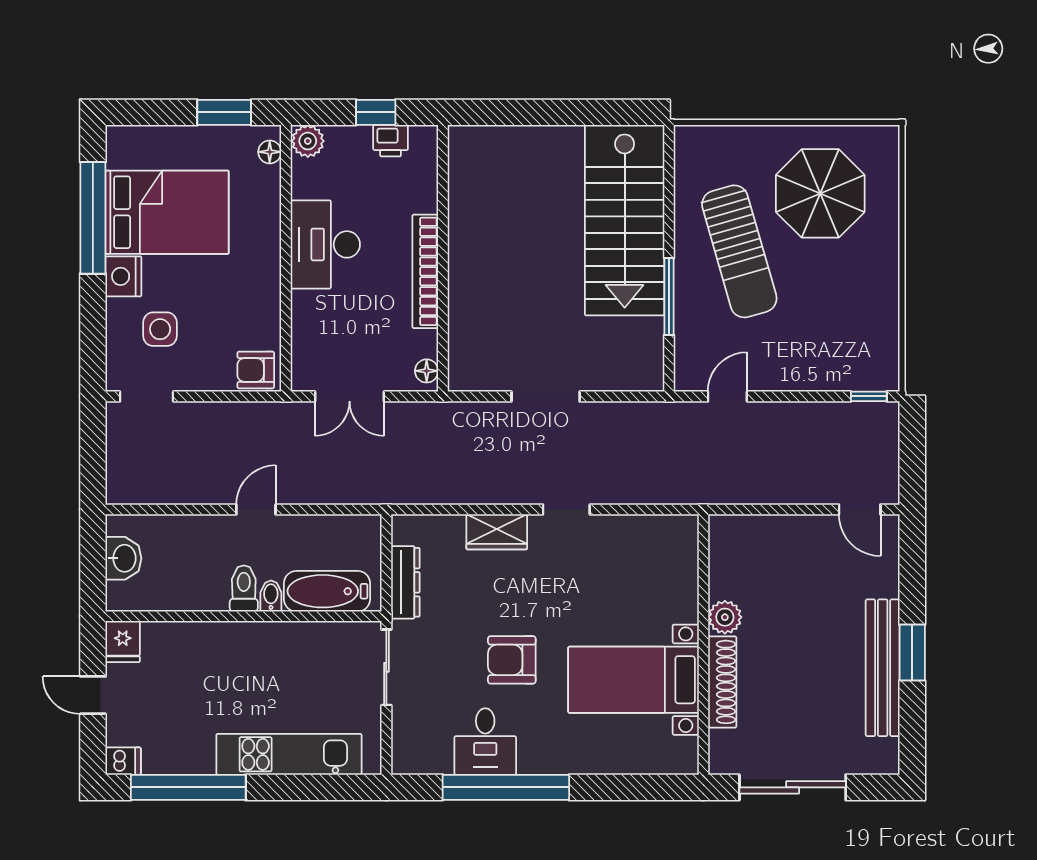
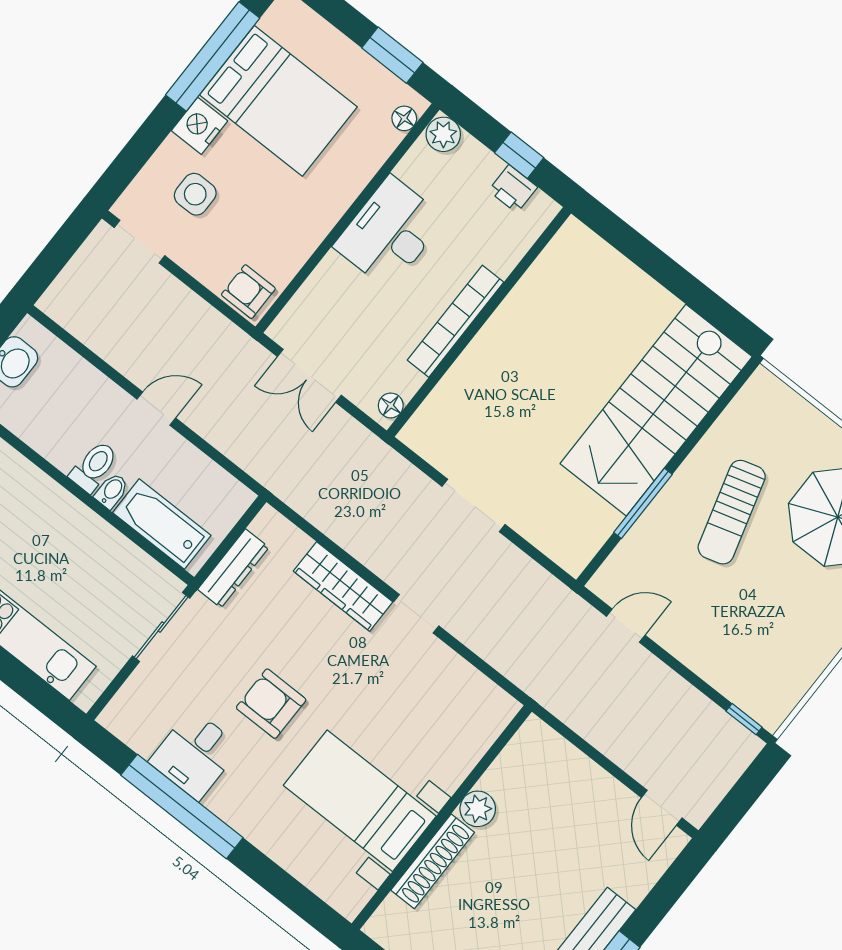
sun lounger: (739, 251) -> (732, 512), width x0.73, depth x0.75
wardrobe: (497, 532) -> (343, 586), width x1.50

